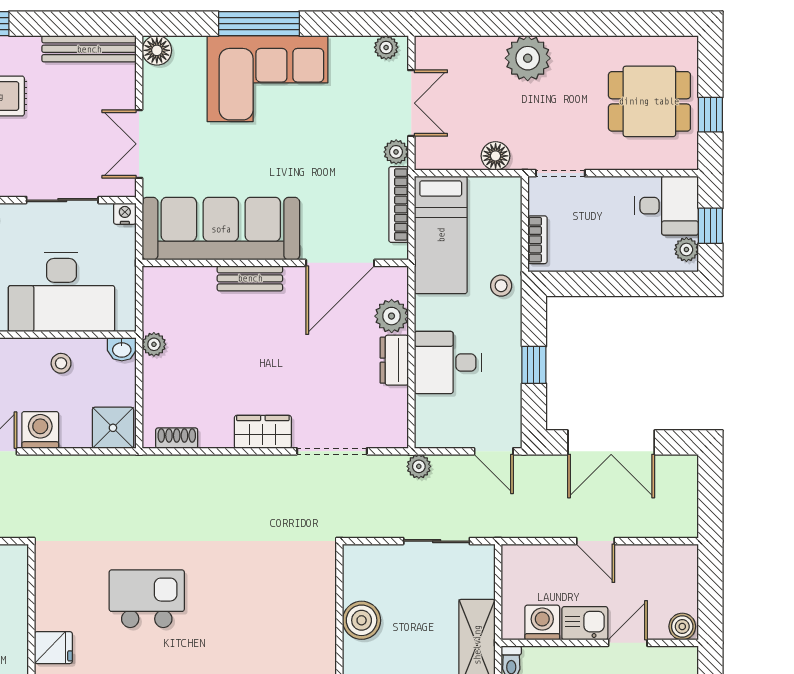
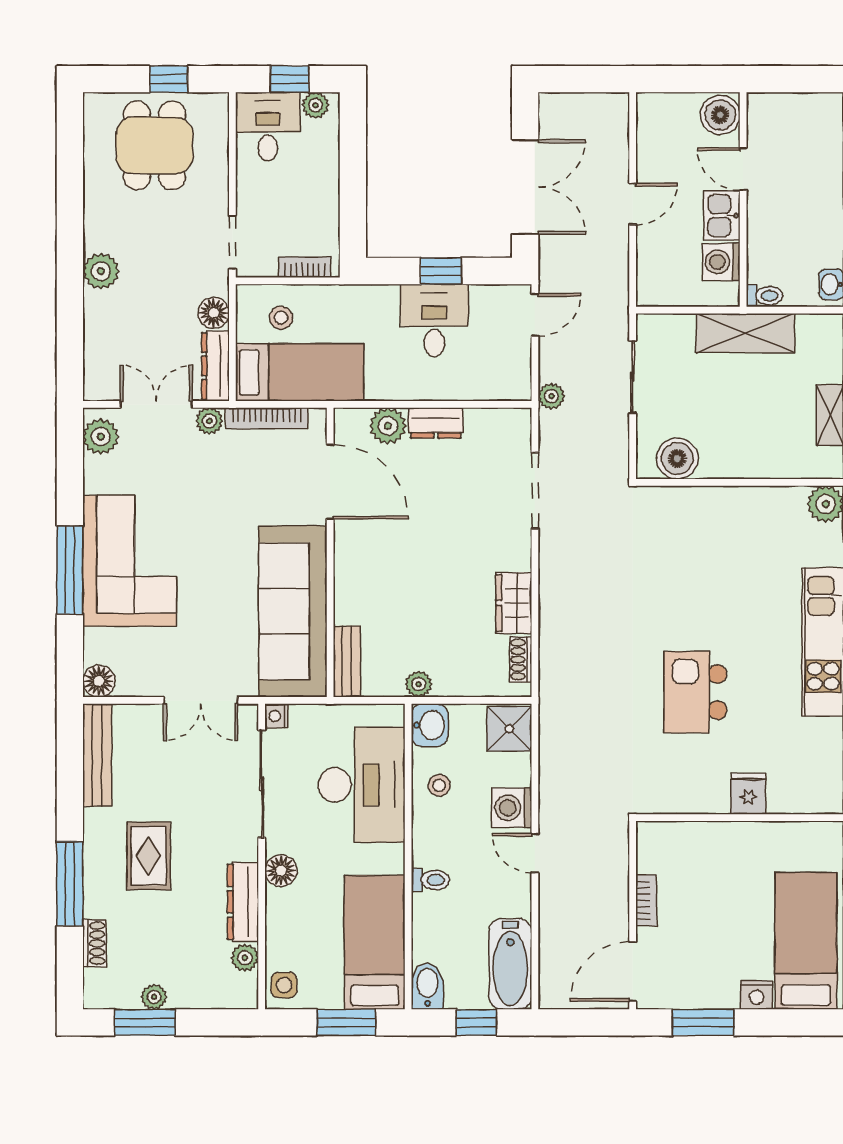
plant: (386, 47) -> (101, 437), width x1.38, depth x1.38
plant: (528, 58) -> (101, 271), width x0.73, depth x0.73
dresser: (447, 158) -> (215, 366), added
sliding door: (62, 200) -> (262, 784), width x1.37
bench: (250, 278) -> (347, 662), moved
stool: (501, 286) -> (281, 318), moved
washbasin: (122, 349) -> (430, 725), width x1.38, depth x1.45
desk: (448, 362) -> (434, 320), moved, turned 180
wardrobe: (263, 432) -> (514, 603), moved
boiler: (362, 620) -> (677, 458), moved
boiler: (682, 626) -> (720, 115), width x1.36, depth x1.36

